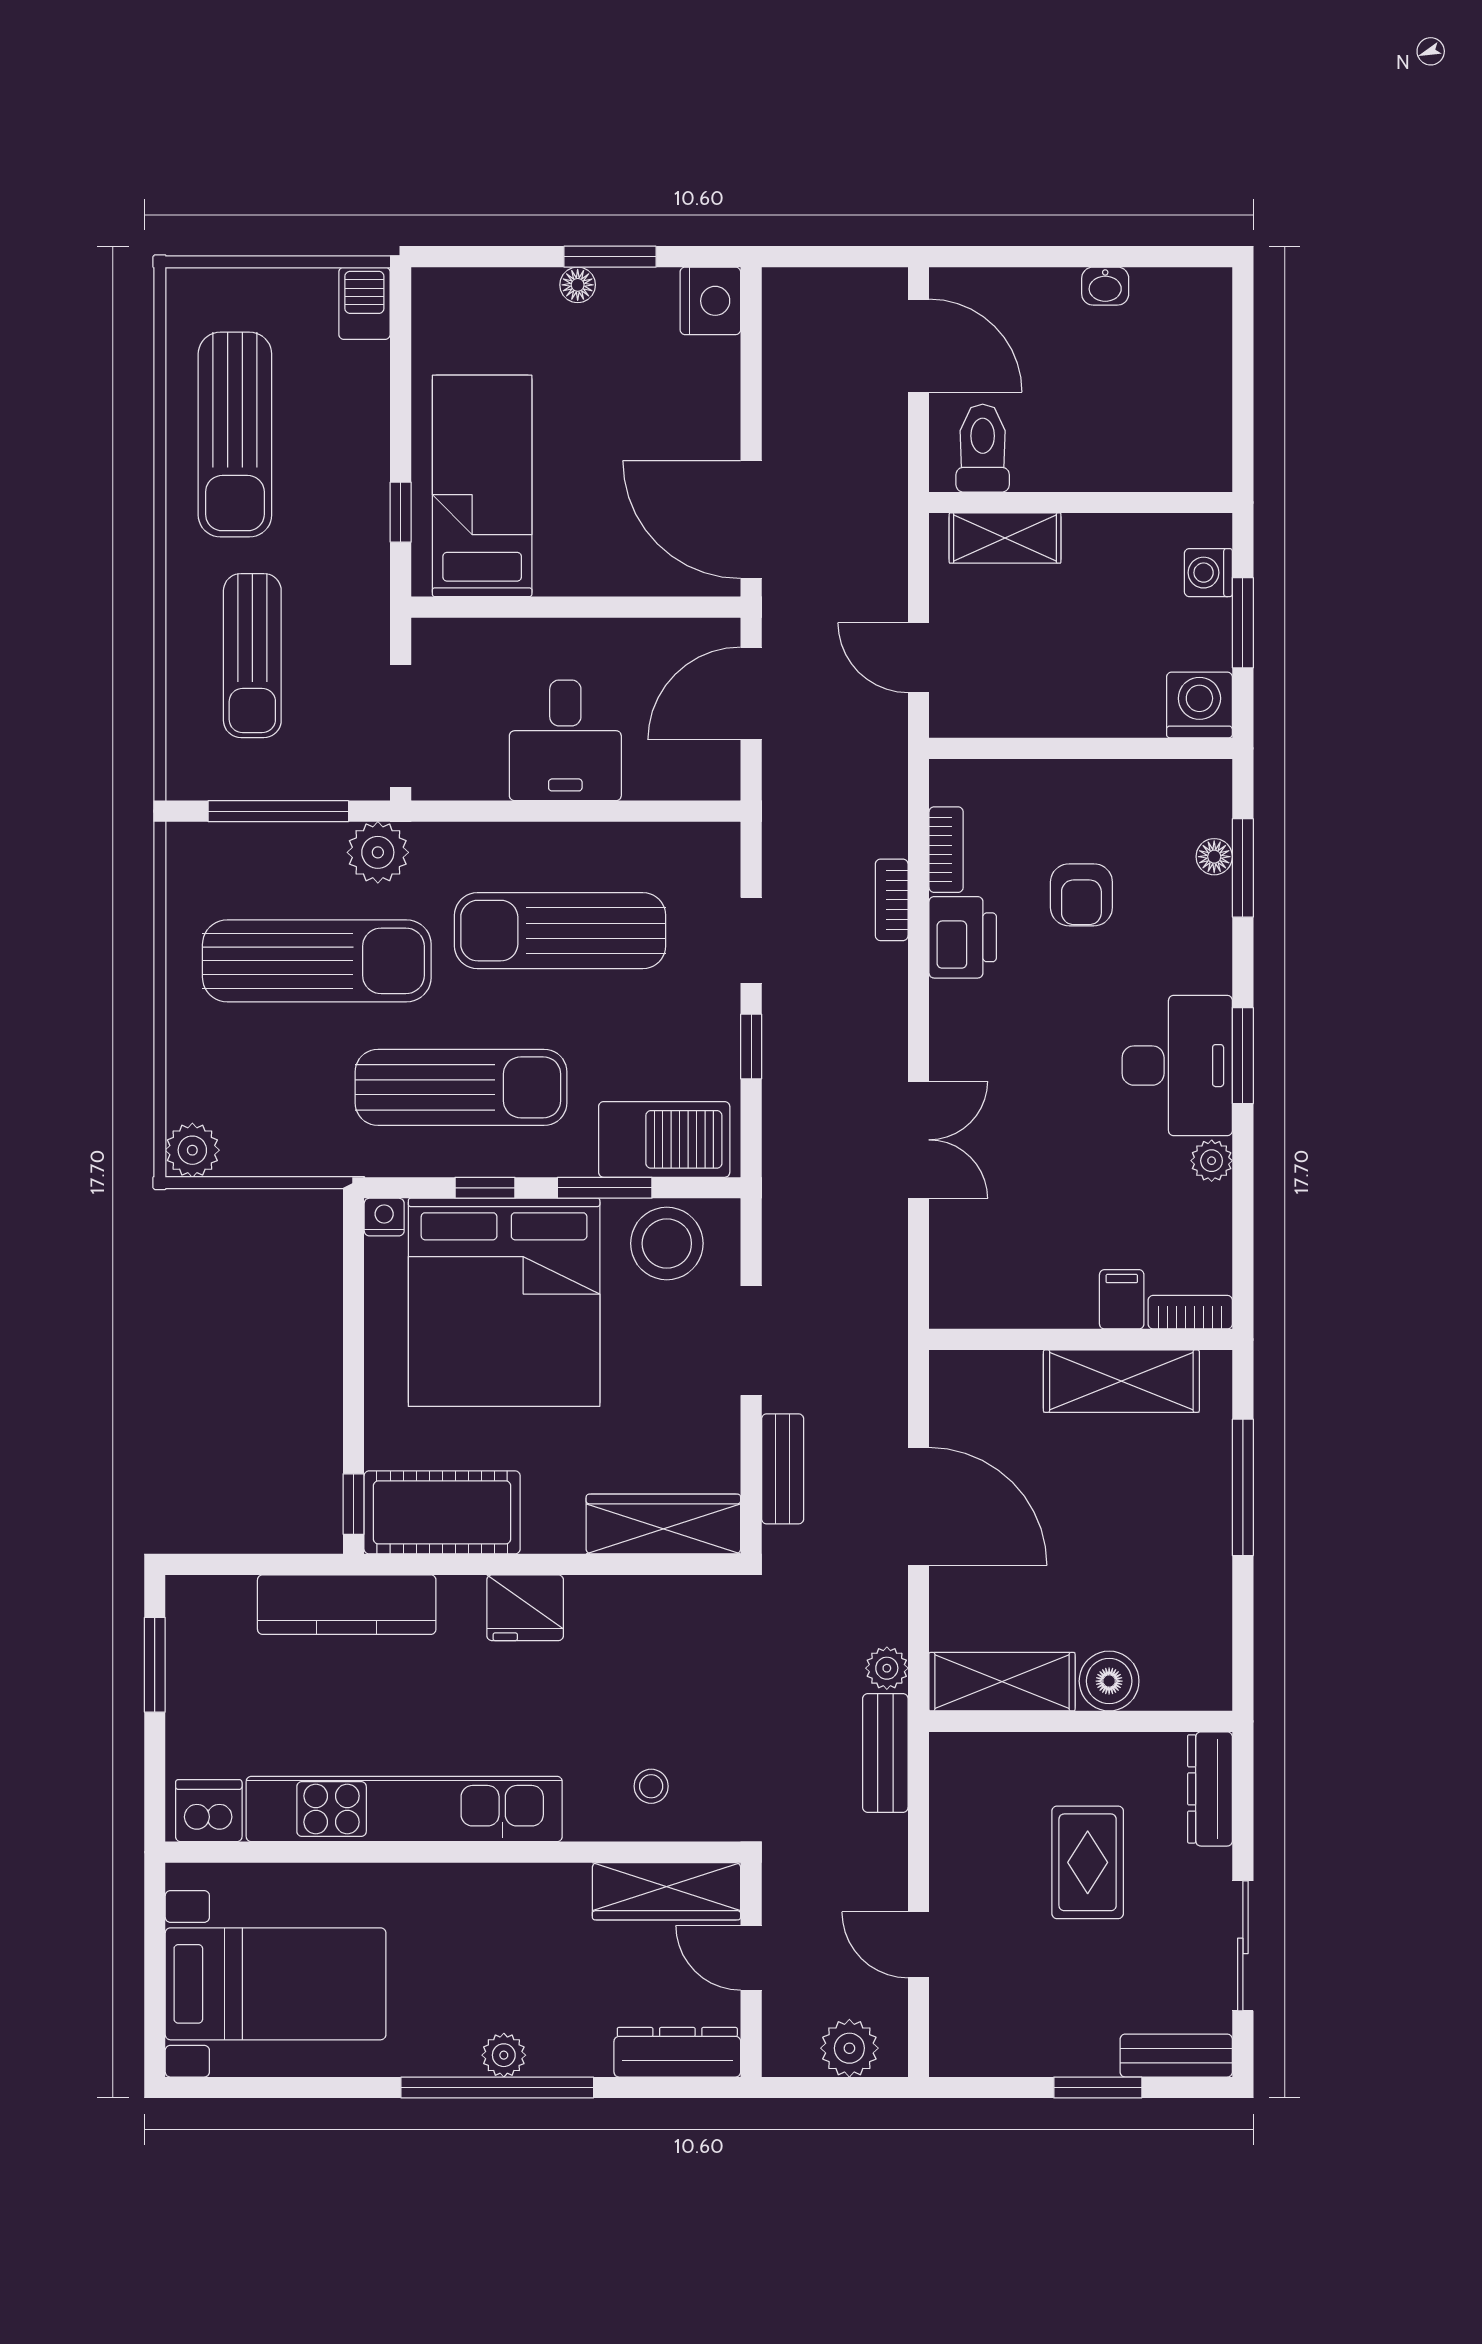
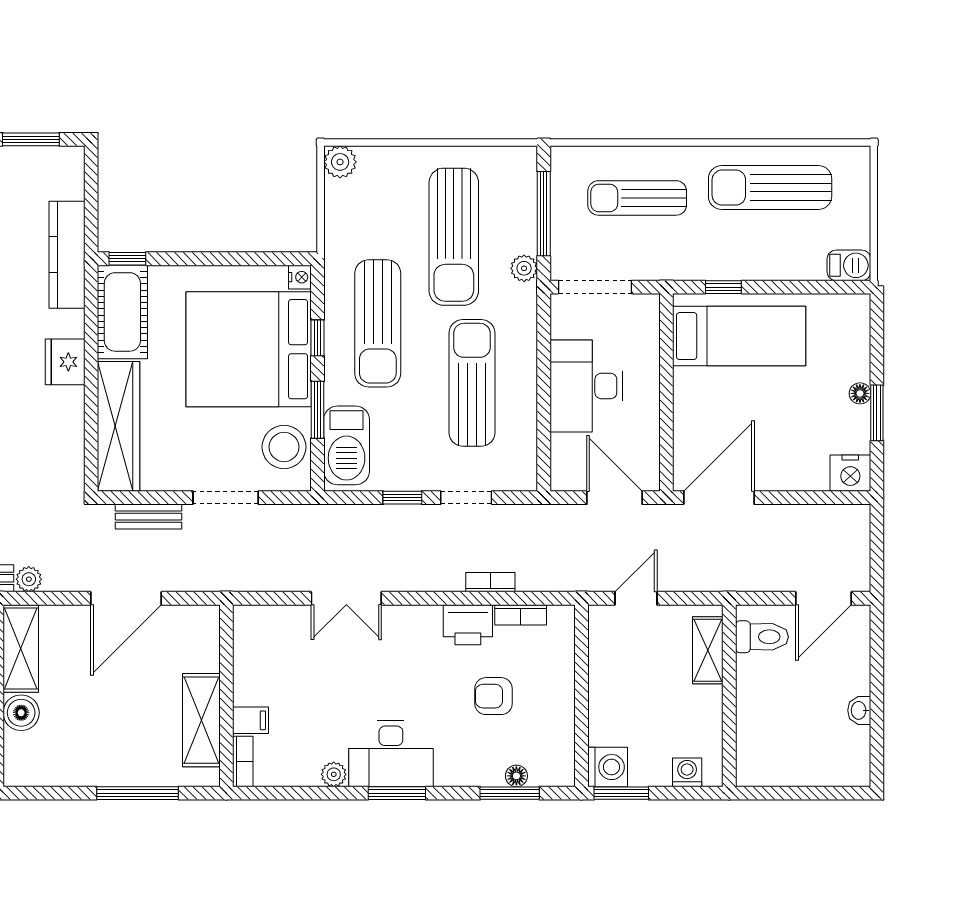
window: (1243, 623) -> (621, 793), moved
desk: (565, 740) -> (586, 386), width x1.37
plant: (378, 852) -> (524, 268), width x0.73, depth x0.73
wardrobe: (663, 1524) -> (119, 426), width x1.40, depth x1.17

